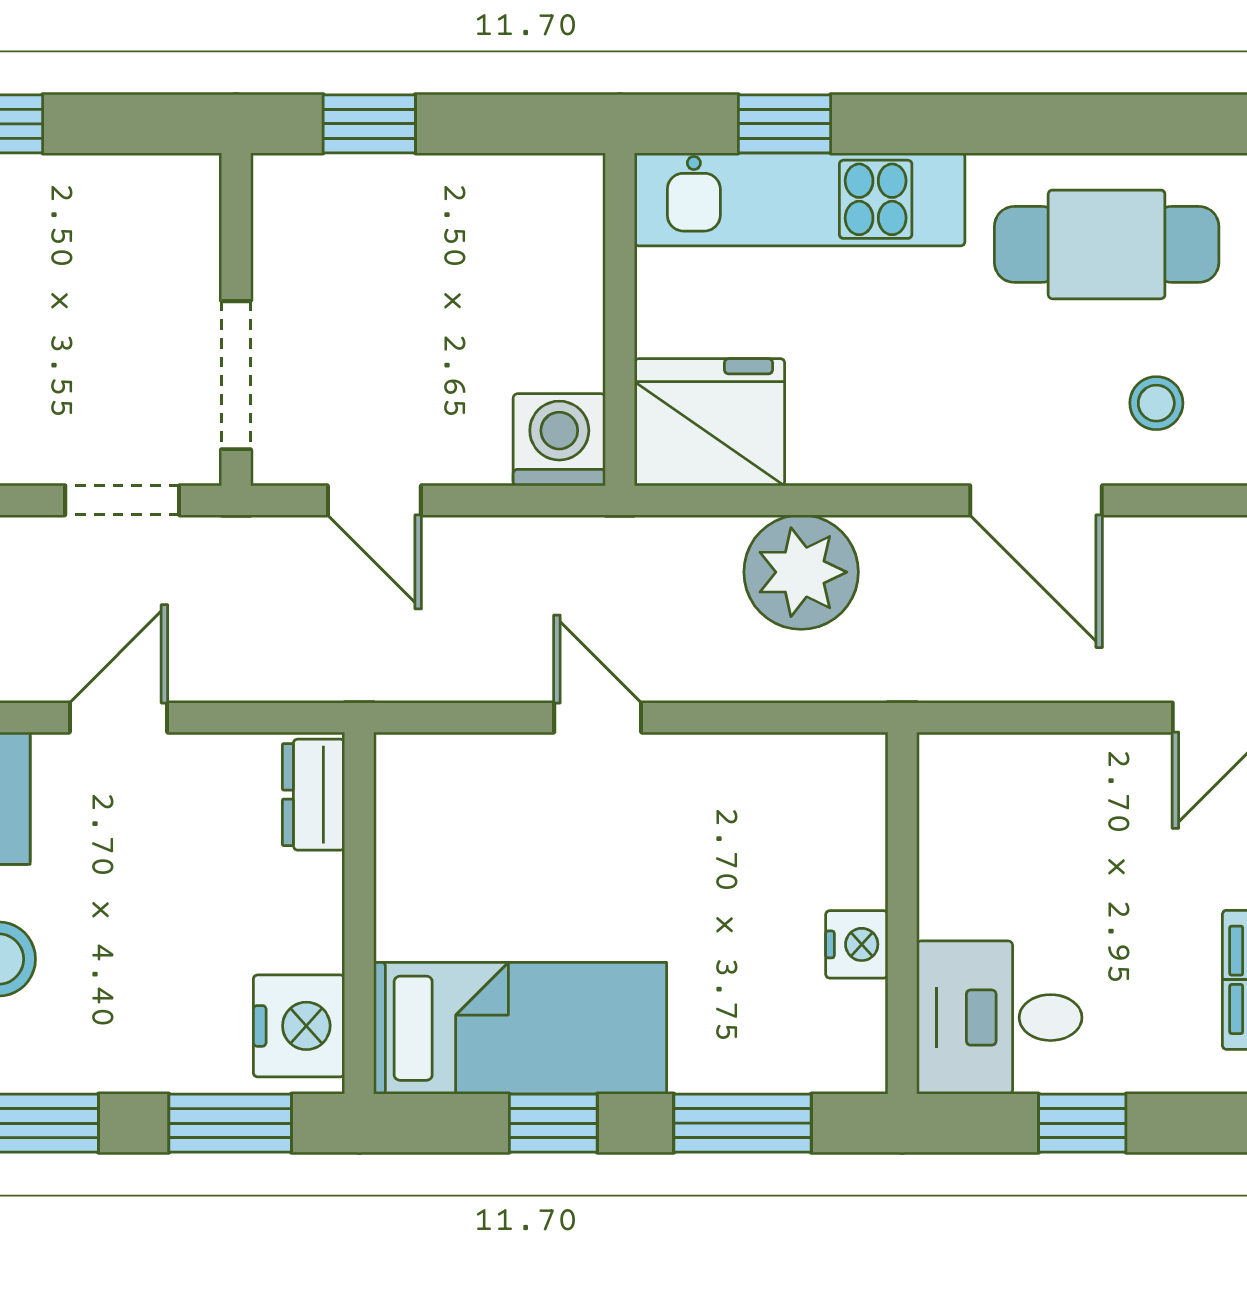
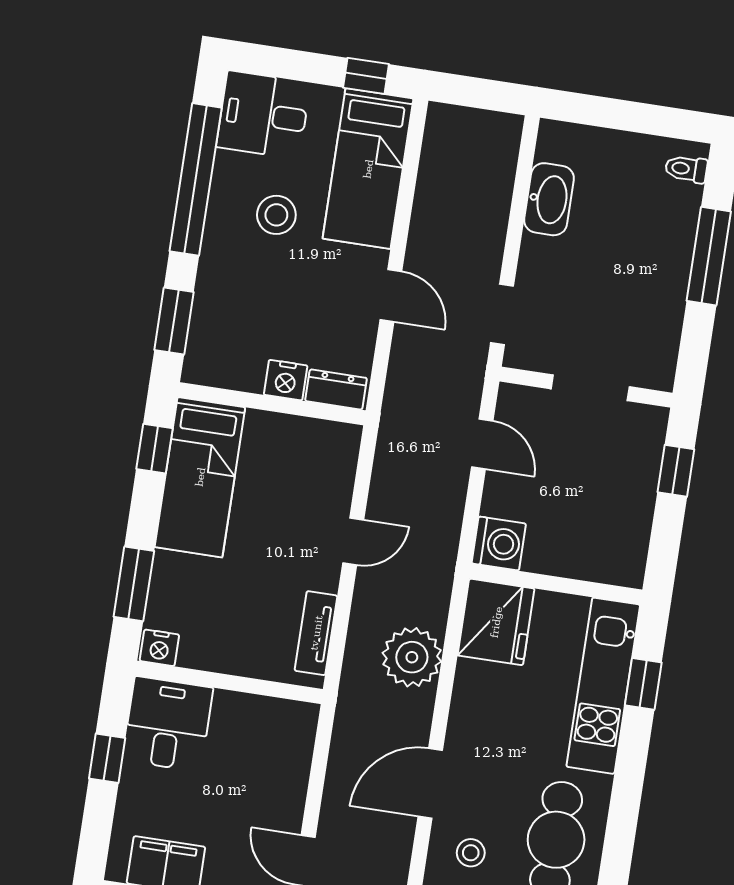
doorway: (236, 375) -> (590, 388), moved
door: (374, 500) -> (482, 444), swing flipped
tv unit: (783, 762) -> (316, 633), added
nightstand: (857, 944) -> (159, 648), moved
nightstand: (299, 1026) -> (286, 380), moved, width x0.74, depth x0.75
window: (553, 1123) -> (154, 449), moved

